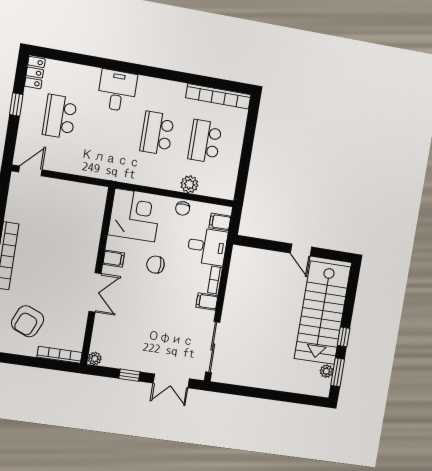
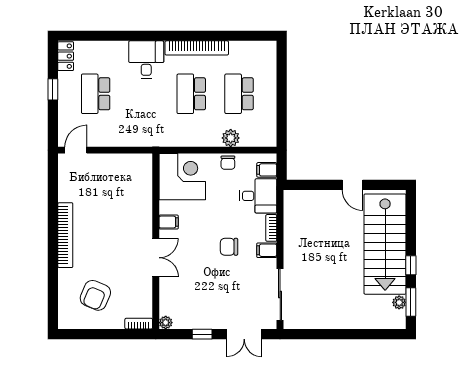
bookcase: (218, 96) -> (197, 48), moved
chair: (155, 265) -> (229, 247), moved
bookcase: (59, 355) -> (139, 324), width x0.64

